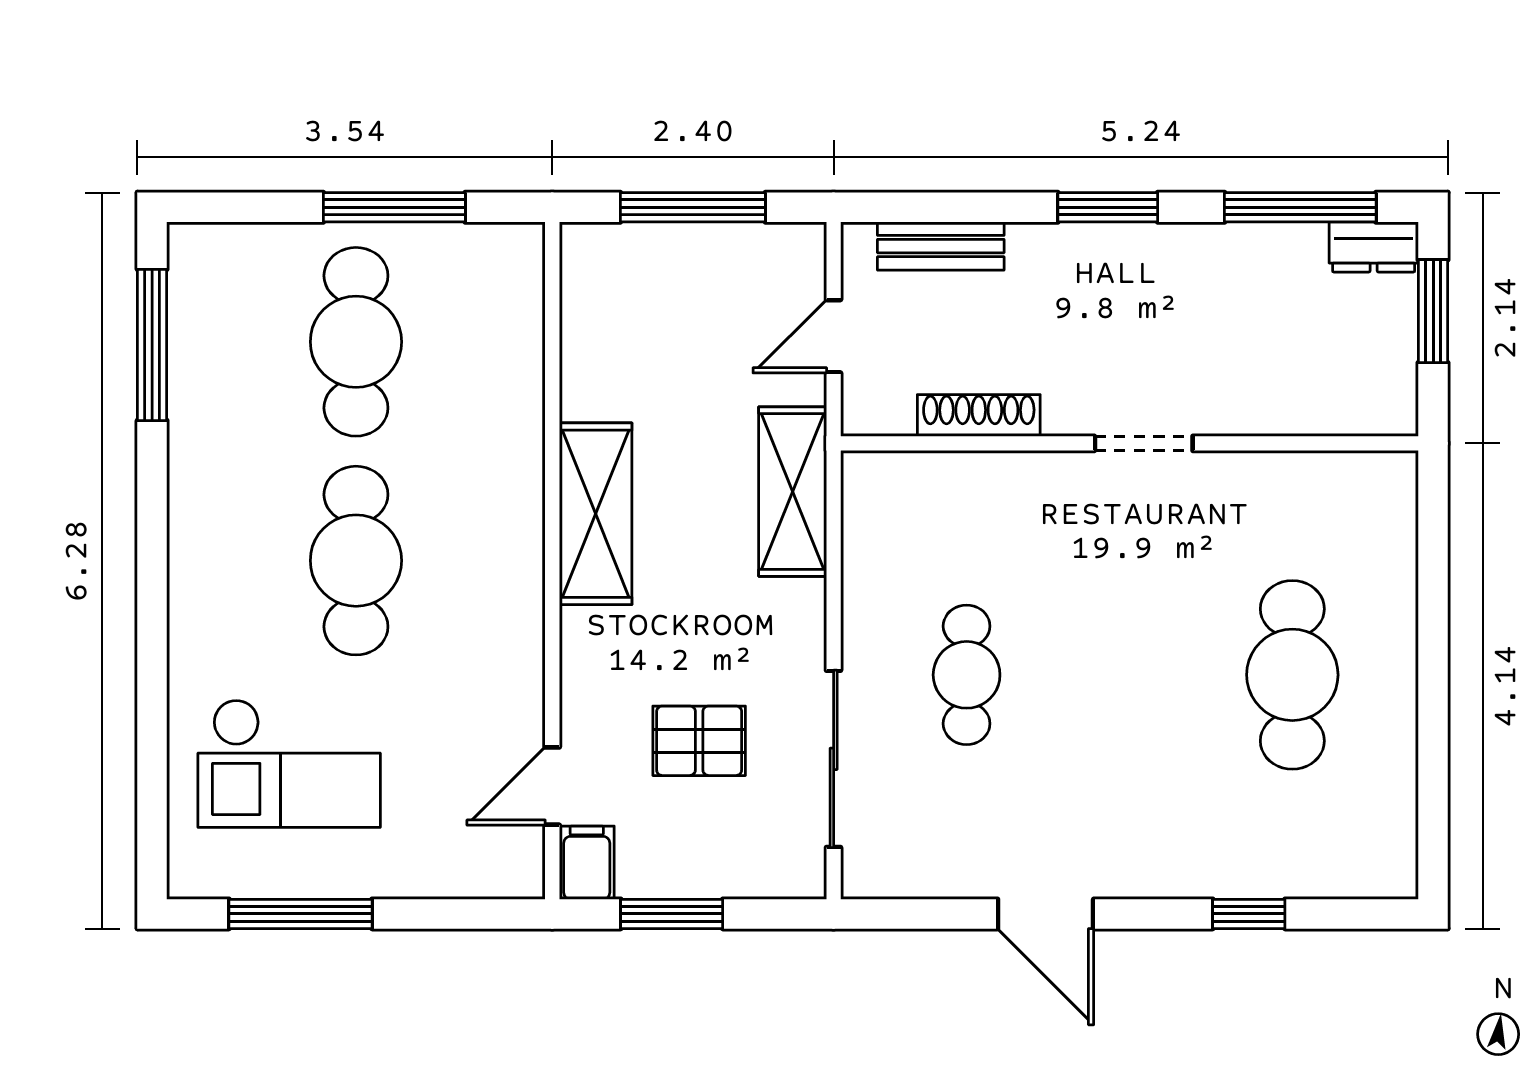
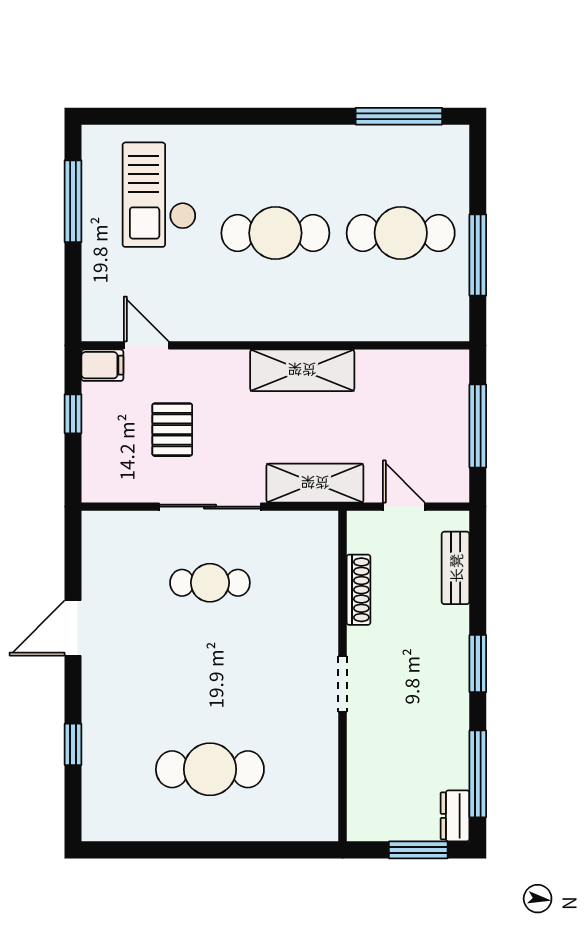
sliding door: (834, 759) -> (210, 507), moved
window: (672, 914) -> (73, 414), width x0.67

